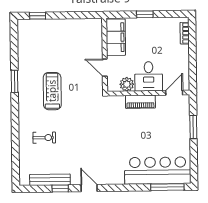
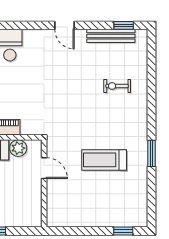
filing cabinet: (116, 37) -> (31, 204), removed
treadmill: (52, 91) -> (104, 160), moved, turned 90
window: (60, 188) -> (124, 25), moved

